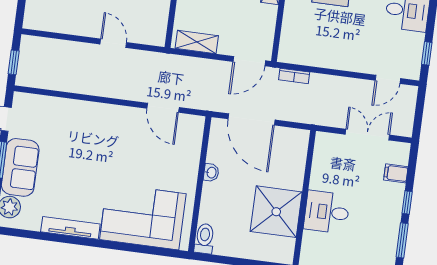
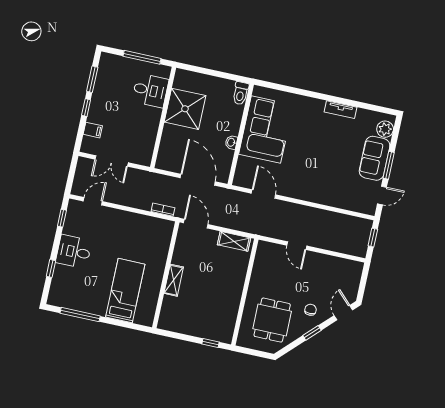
door: (249, 61) -> (196, 224), hinge flipped
desk: (327, 212) -> (150, 90), moved
corner sofa: (143, 217) -> (266, 129), moved, turned -90
tv unit: (70, 228) -> (341, 110), width x0.71

